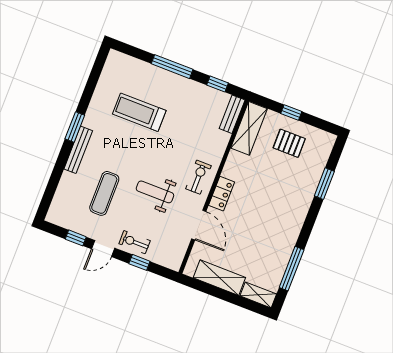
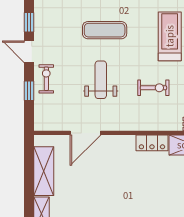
exercise bike: (198, 177) -> (153, 88), moved
exercise mat: (104, 193) -> (105, 30), moved
locker: (222, 194) -> (152, 143), moved

